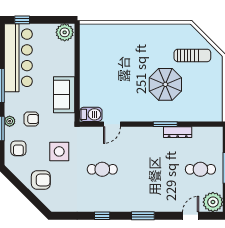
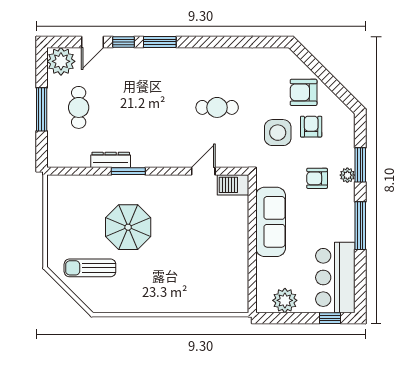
plant: (65, 32) -> (285, 300), moved
bar counter: (18, 58) -> (335, 277), width x0.73
sofa: (64, 95) -> (271, 222), width x1.36
armchair: (18, 148) -> (311, 127), moved
cafe table: (200, 169) -> (79, 107), turned 90
window: (102, 216) -> (124, 42), moved

